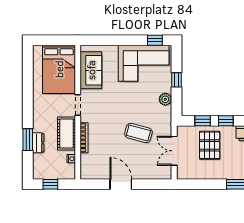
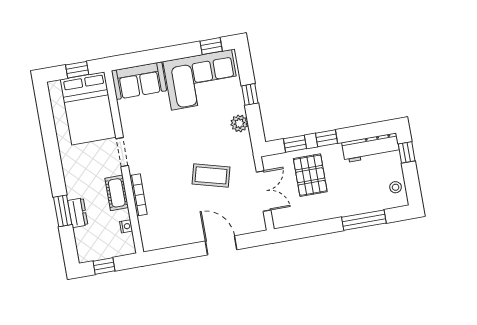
window: (56, 40) -> (77, 70), added
sofa: (91, 70) -> (139, 81), moved, turned 90
cot: (66, 134) -> (117, 193), width x0.73, depth x0.75
double door: (174, 151) -> (264, 191), swing flipped
door: (121, 184) -> (221, 245), moved

